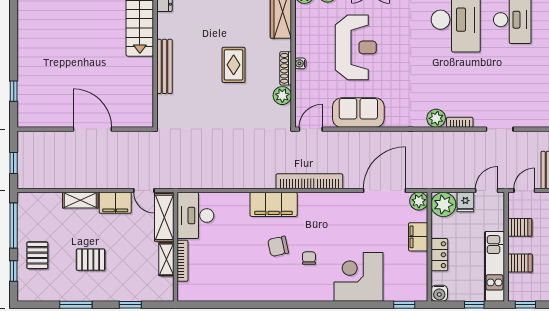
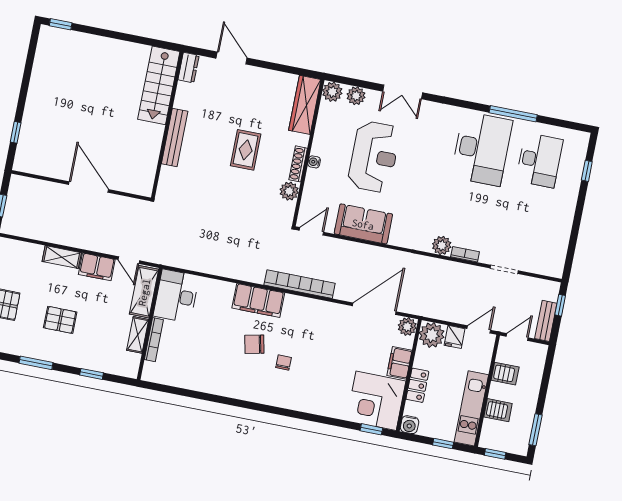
corner desk: (358, 277) -> (376, 401), moved, turned -90

